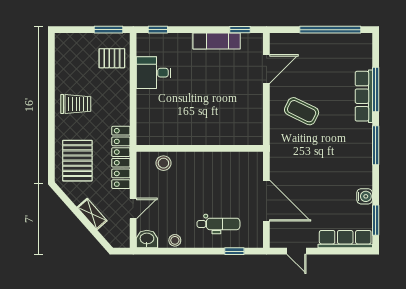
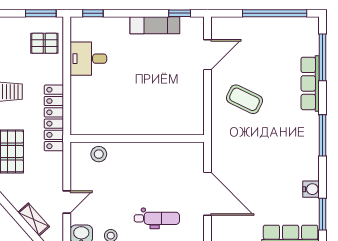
window: (376, 89) -> (323, 57), moved
locker: (121, 157) -> (54, 118), moved
shelving: (92, 214) -> (34, 219), moved

